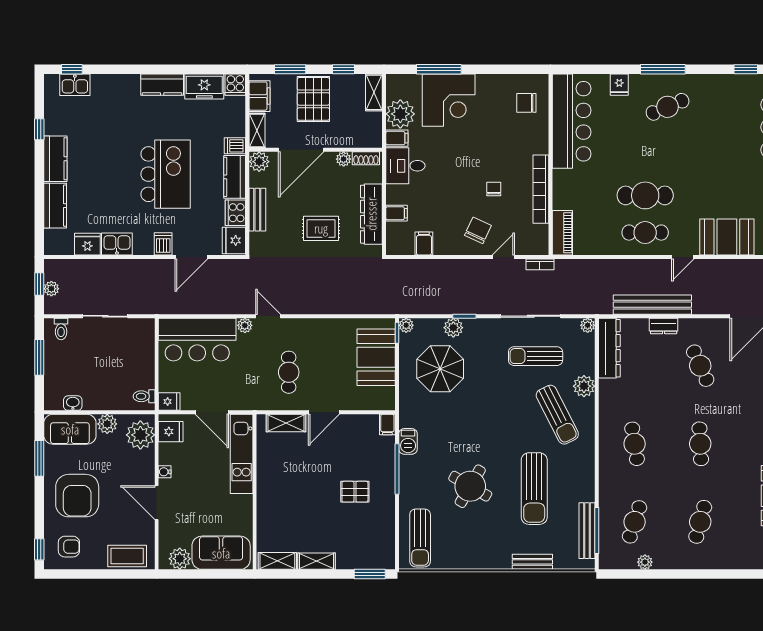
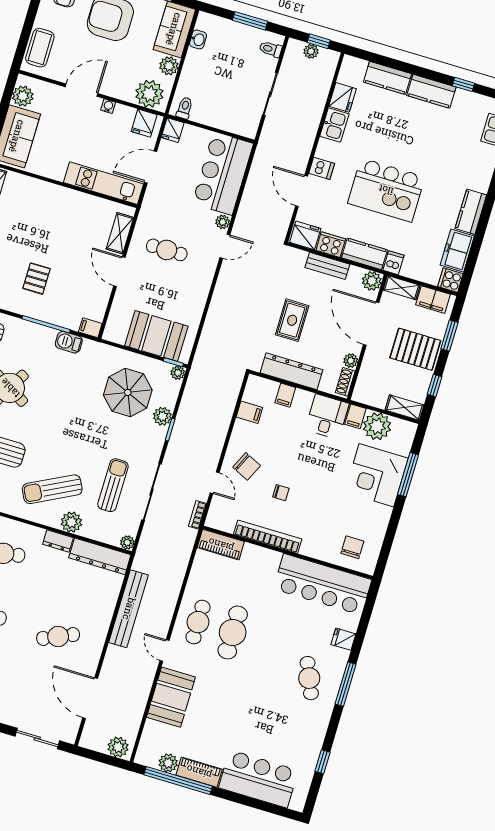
dresser: (664, 326) -> (58, 541), moved, turned -90

